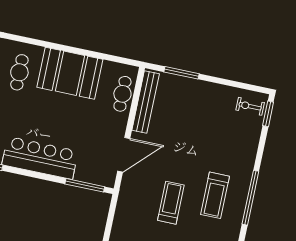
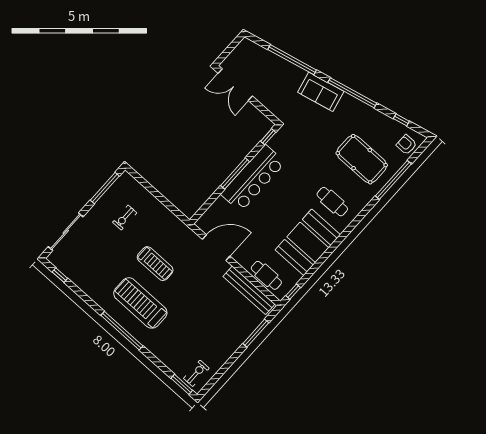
window: (123, 61) -> (293, 292), added
door: (124, 155) -> (216, 248), swing flipped
window: (85, 185) -> (235, 174), moved
treadmill: (215, 195) -> (140, 303), width x1.37, depth x1.38

